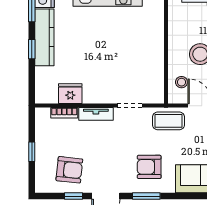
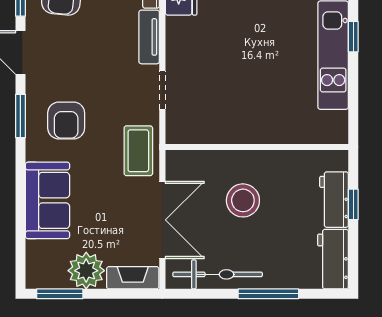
stool: (181, 82) -> (199, 171), removed
armchair: (149, 167) -> (66, 120), turned 180

